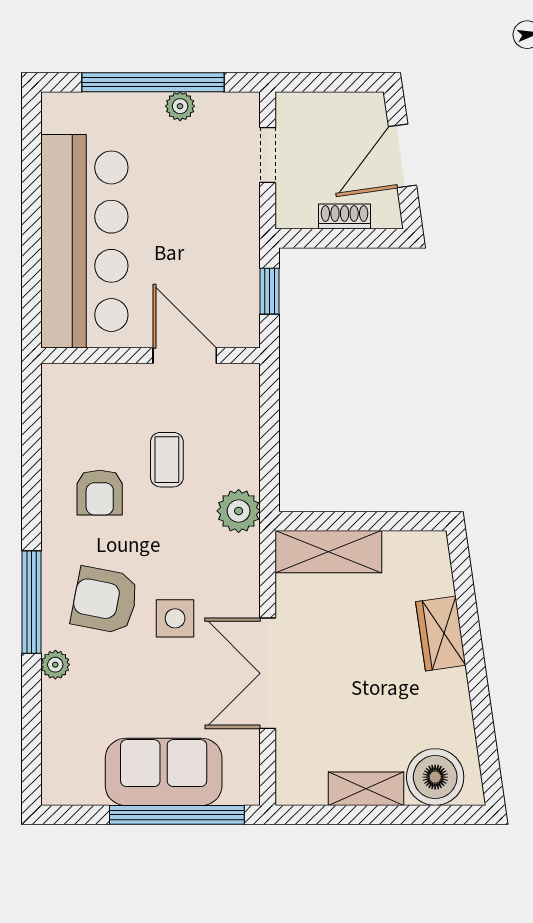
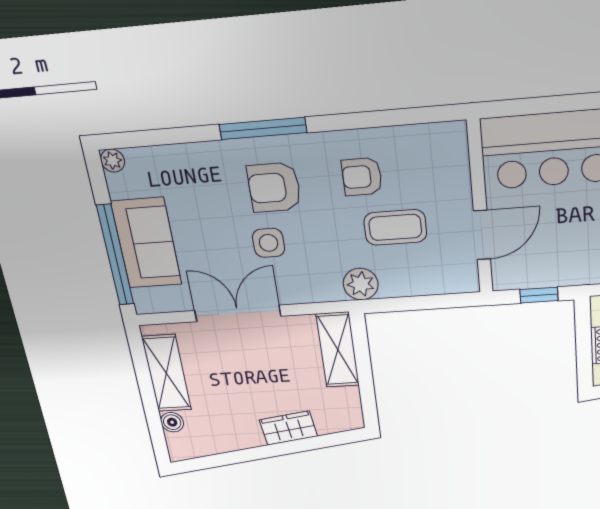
coffee table: (167, 460) -> (395, 227), width x1.36, depth x1.30
armchair: (105, 600) -> (274, 188), turned -101
plant: (55, 665) -> (113, 161), moved
boiler: (435, 777) -> (172, 422), width x0.54, depth x0.54
shelving: (366, 789) -> (166, 373), width x1.50, depth x1.33

